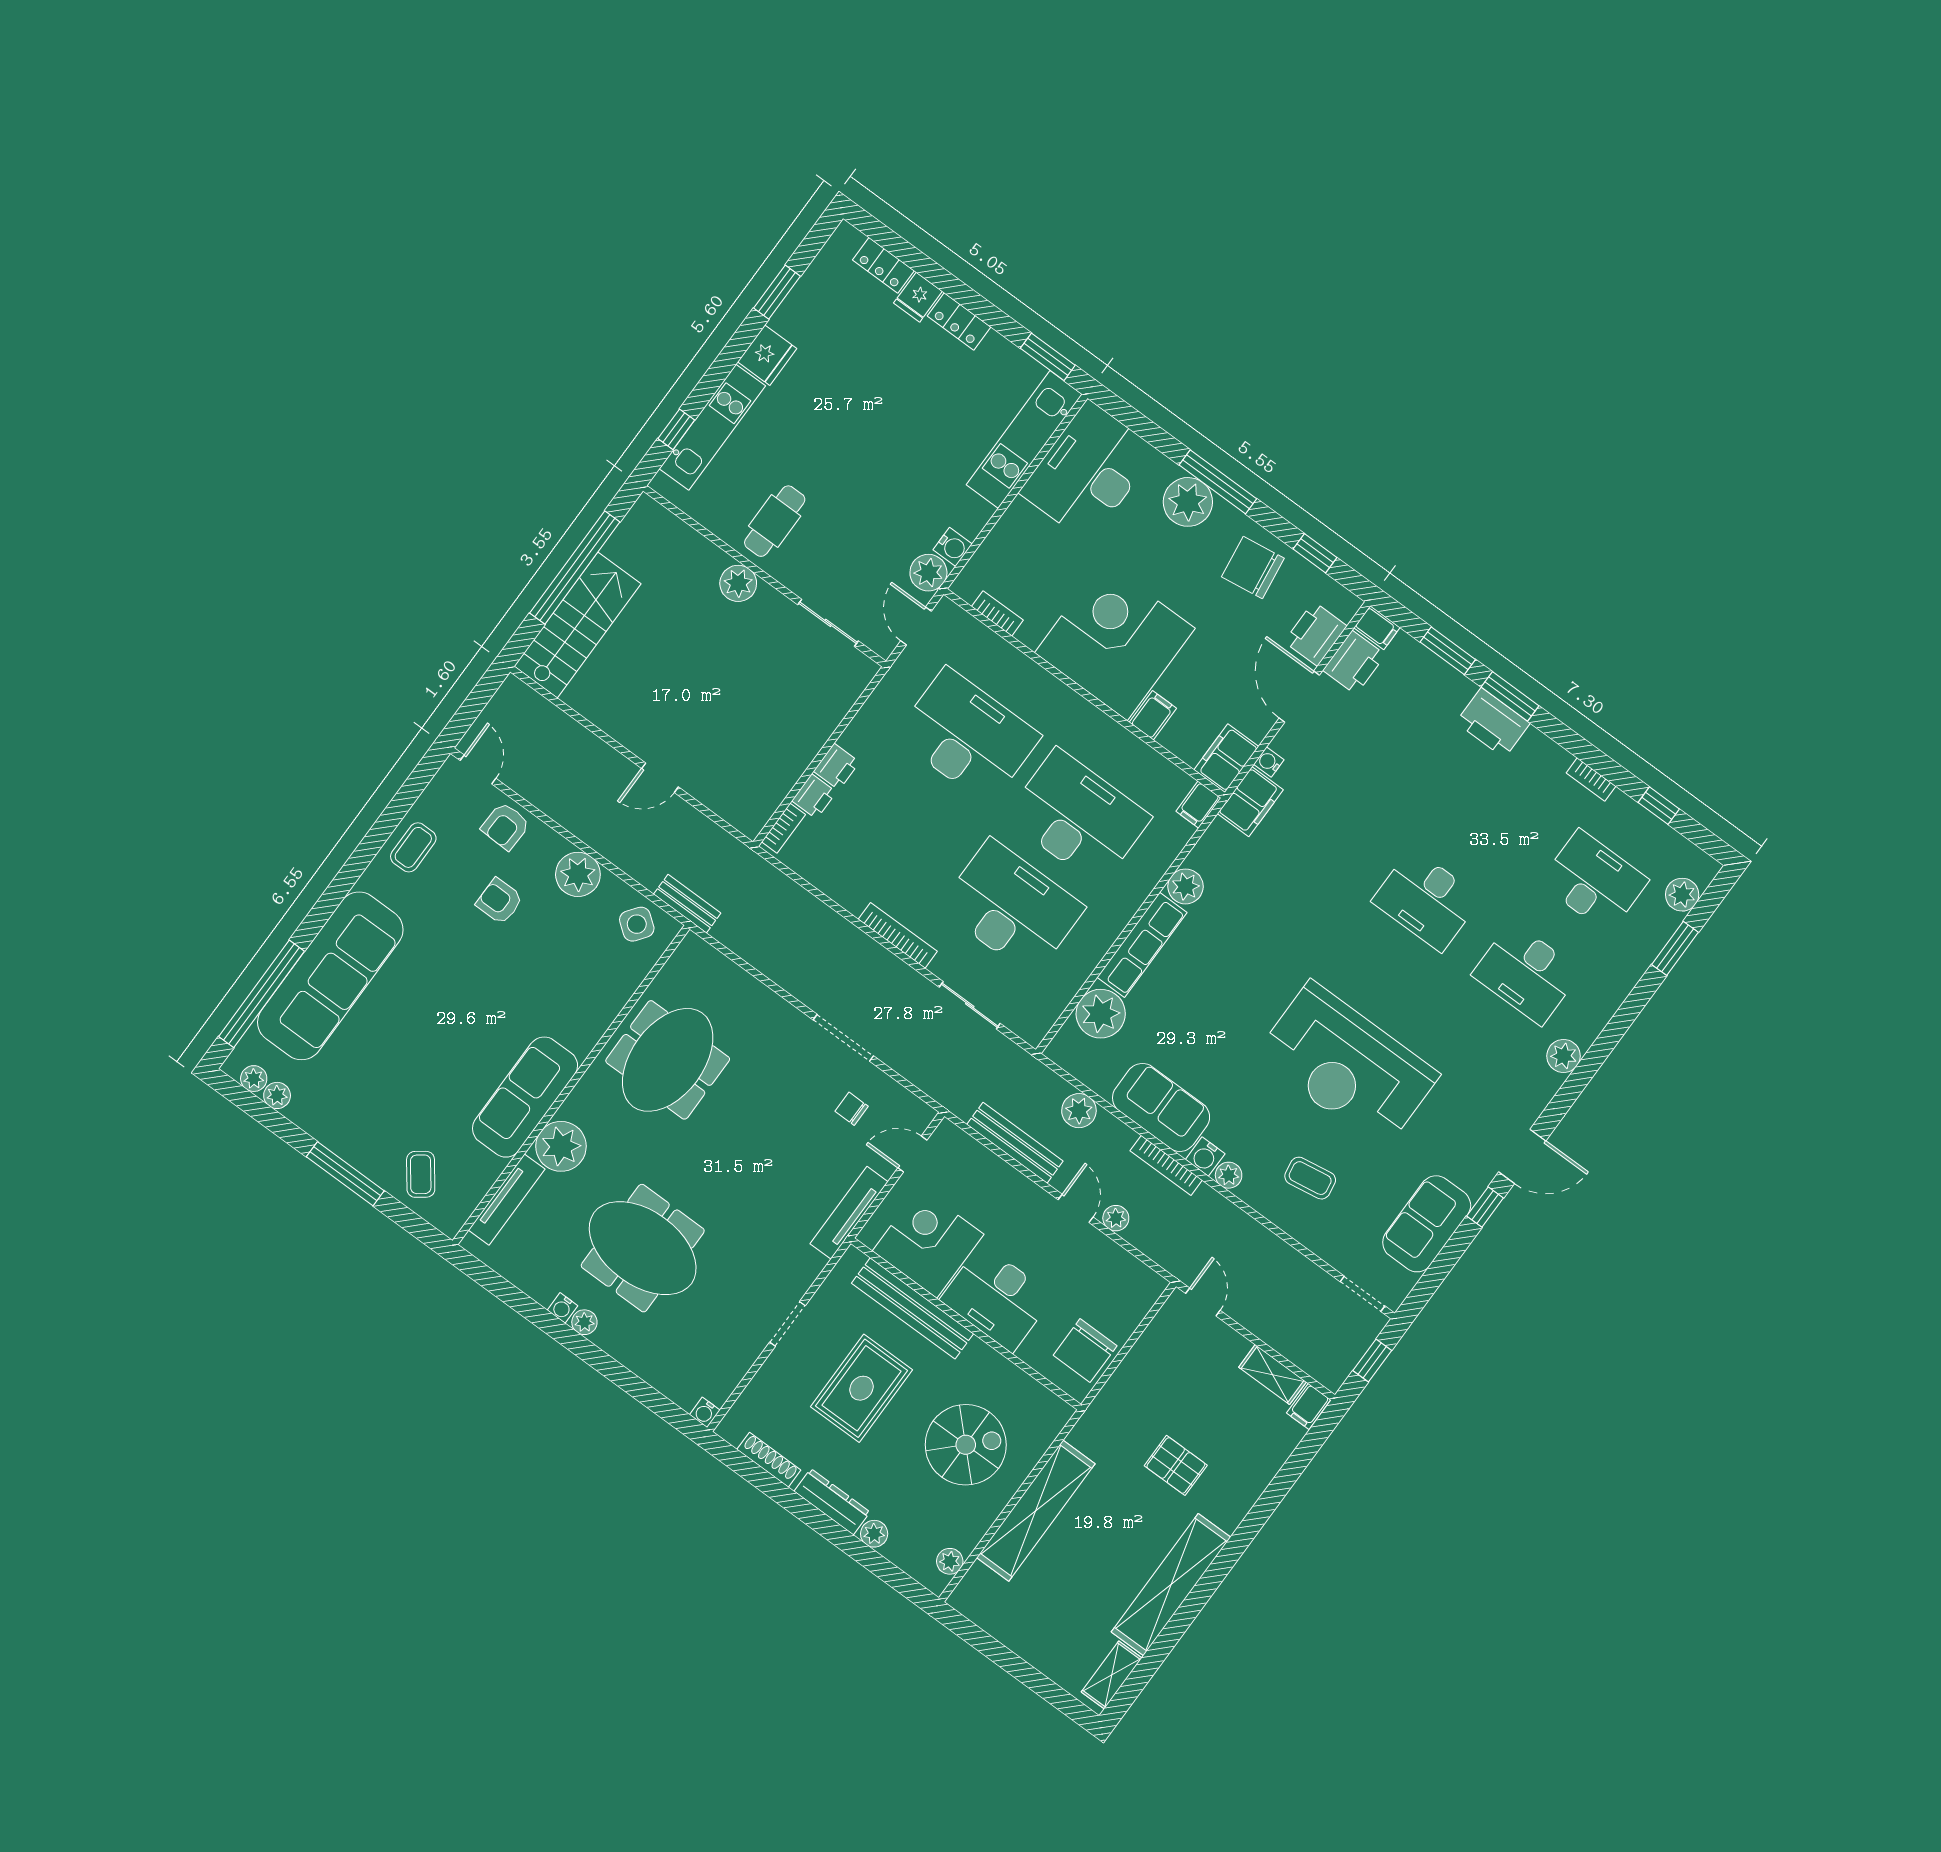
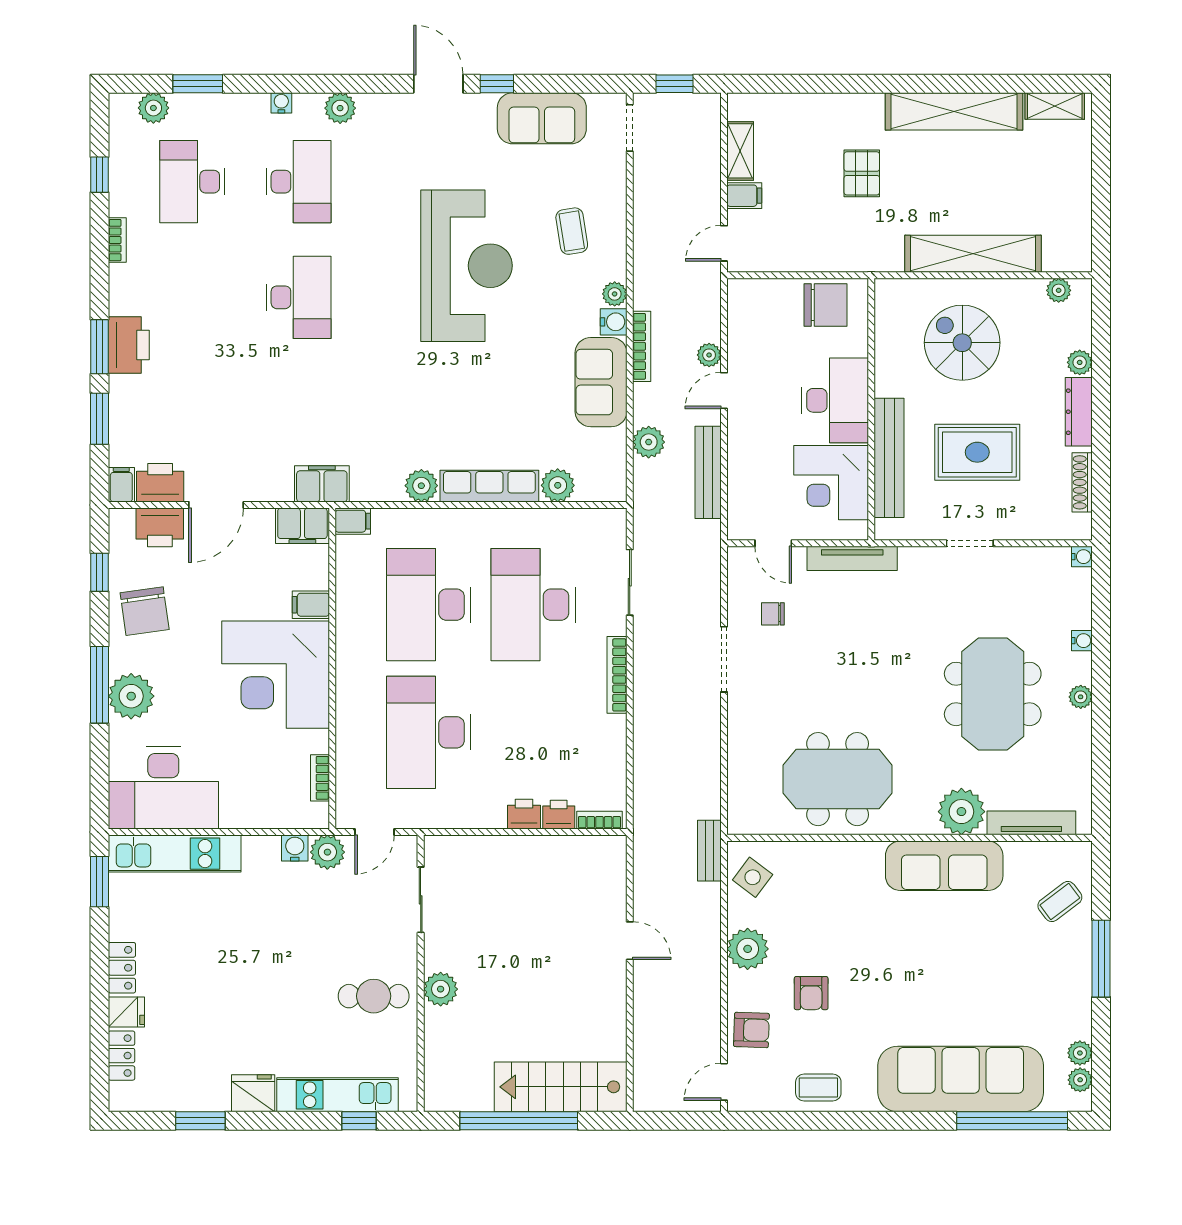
water cooler: (1269, 762) -> (281, 103), moved, turned 180
plant: (1101, 1014) -> (558, 485), width x0.73, depth x0.73
chair: (852, 1109) -> (773, 614), turned 90
water cooler: (563, 1308) -> (1082, 641), moved
filing cabinet: (1309, 1406) -> (744, 196), moved

